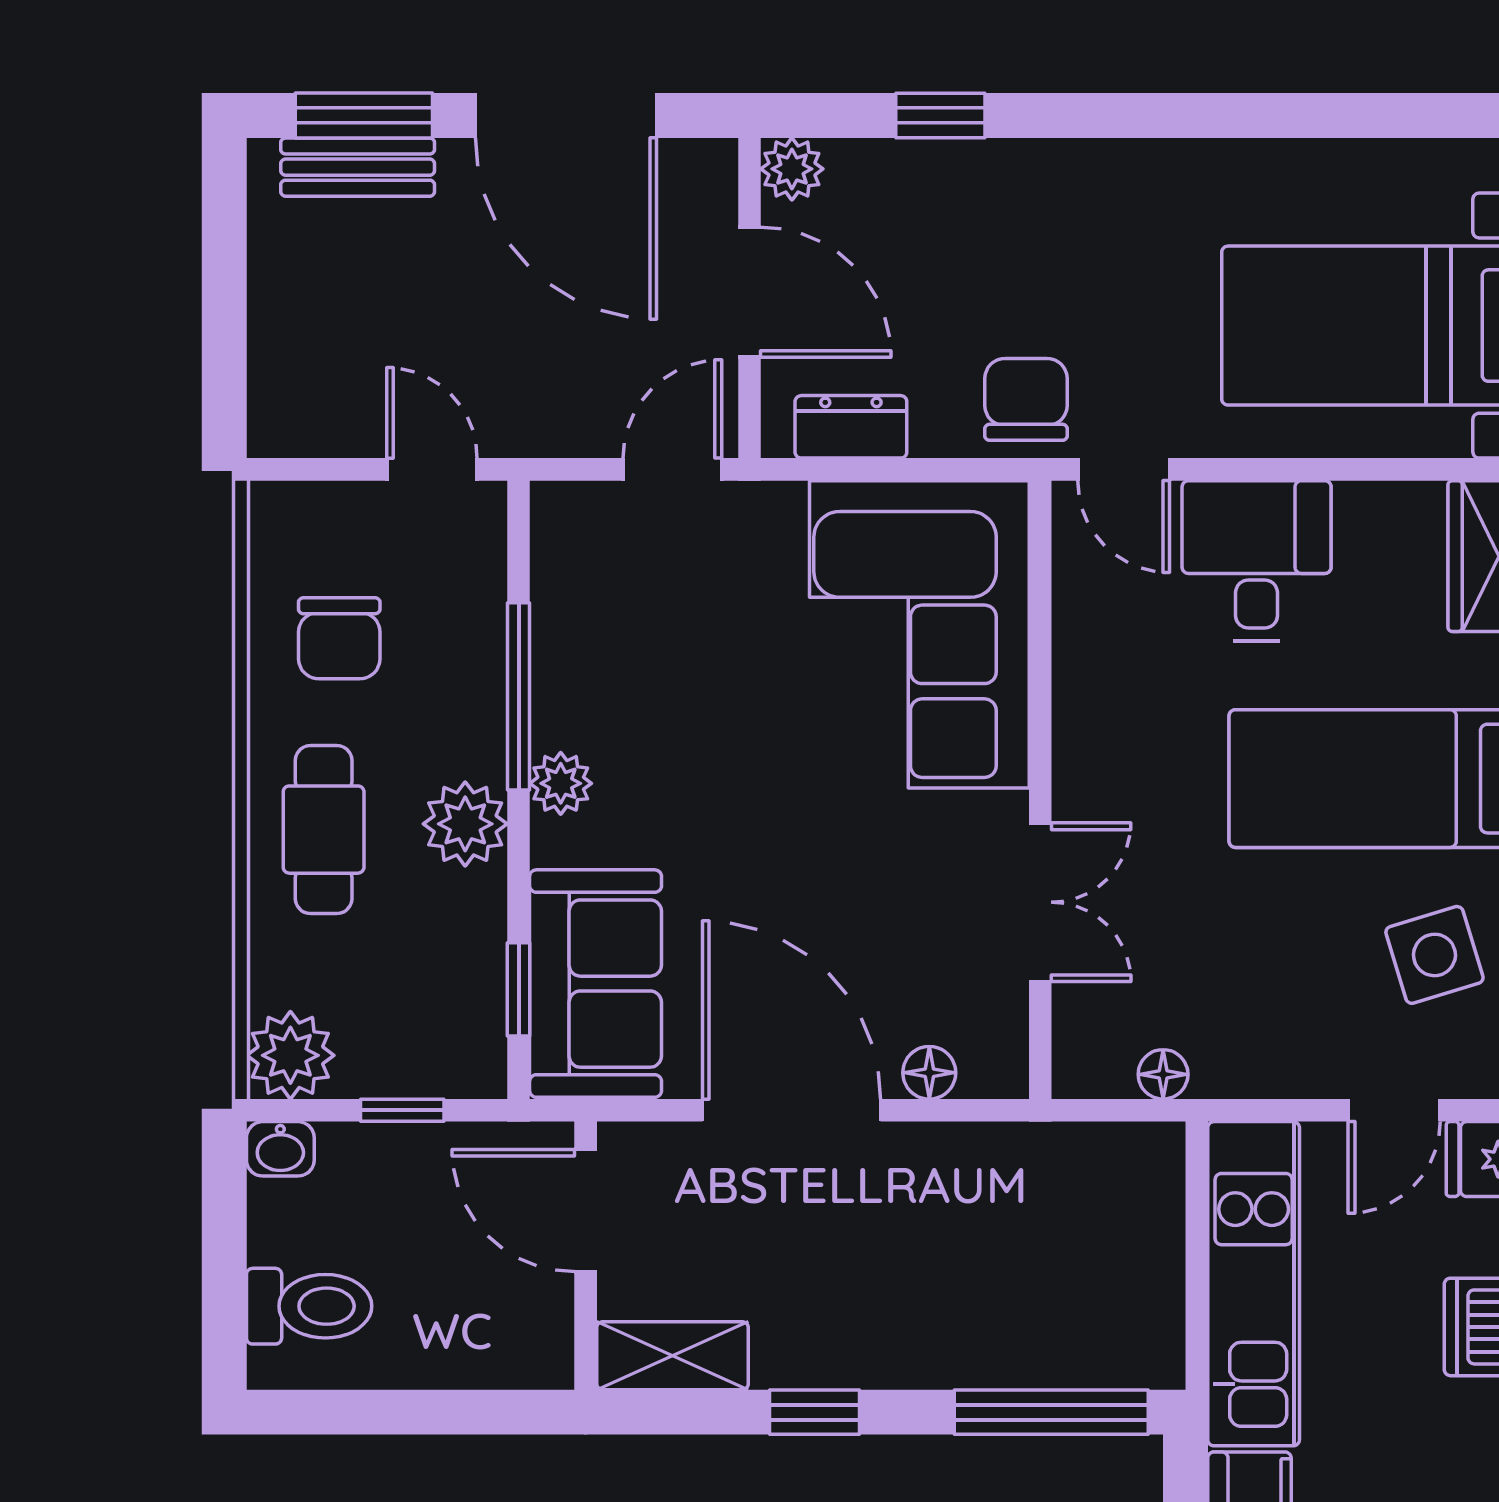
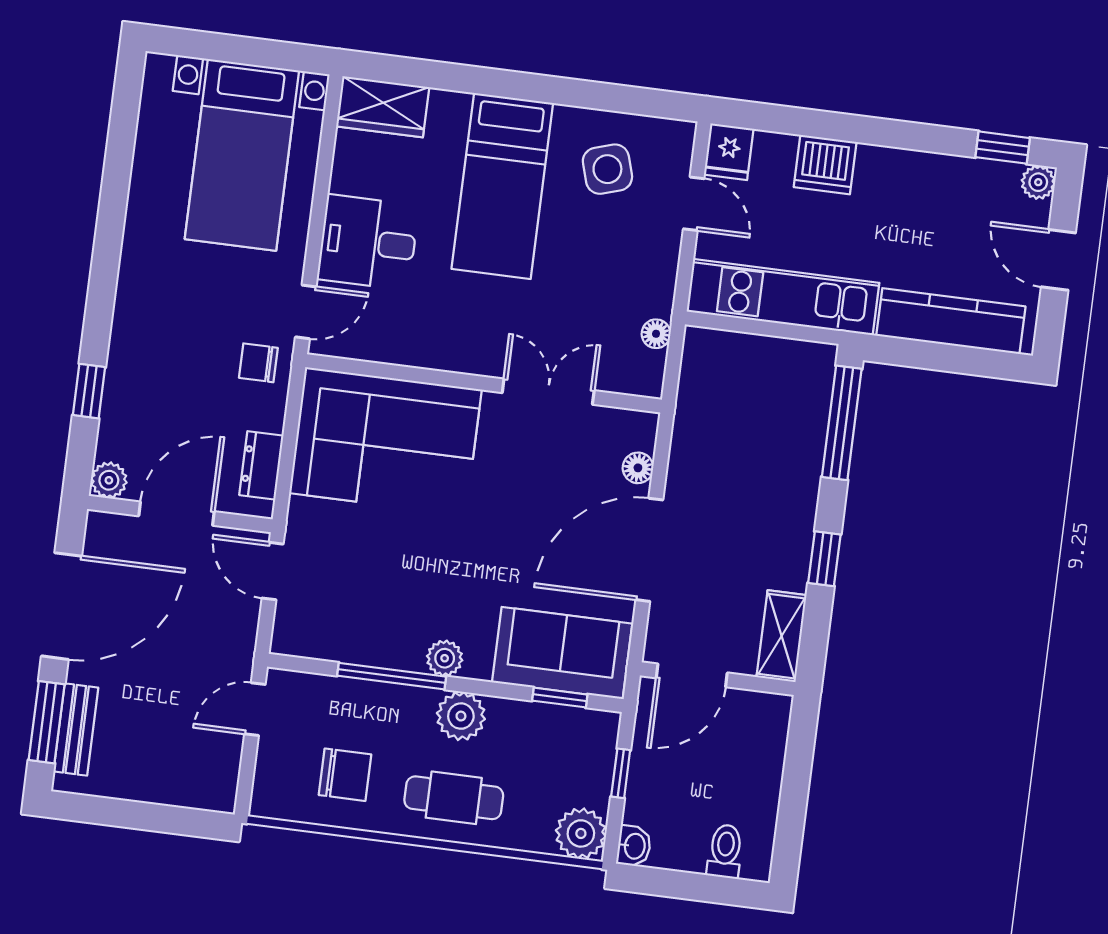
chair: (1026, 399) -> (258, 363), width x0.73, depth x0.73
toilet: (309, 1306) -> (725, 851), width x0.73, depth x0.72

